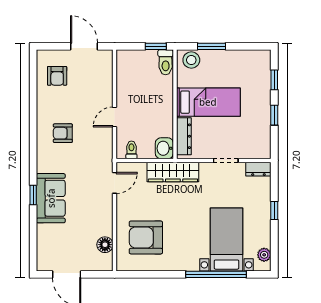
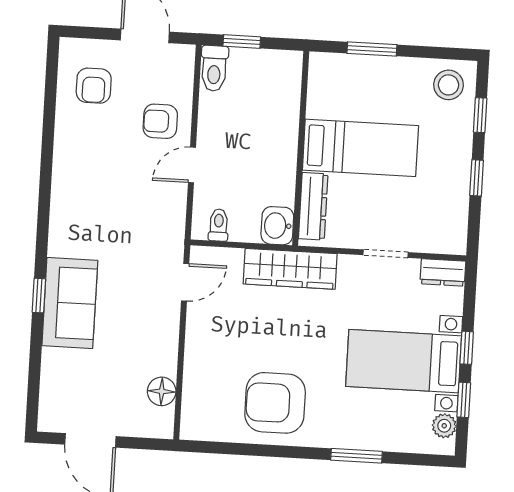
window: (156, 46) -> (242, 41), moved
stool: (191, 60) -> (449, 85), moved
toilet: (166, 62) -> (214, 68), moved
armchair: (63, 133) -> (160, 121), moved
armchair: (146, 237) -> (275, 403), moved
bed with nightstands: (227, 240) -> (404, 361), moved, turned -90
window: (274, 240) -> (464, 400), added
window: (216, 274) -> (356, 456), width x0.47

